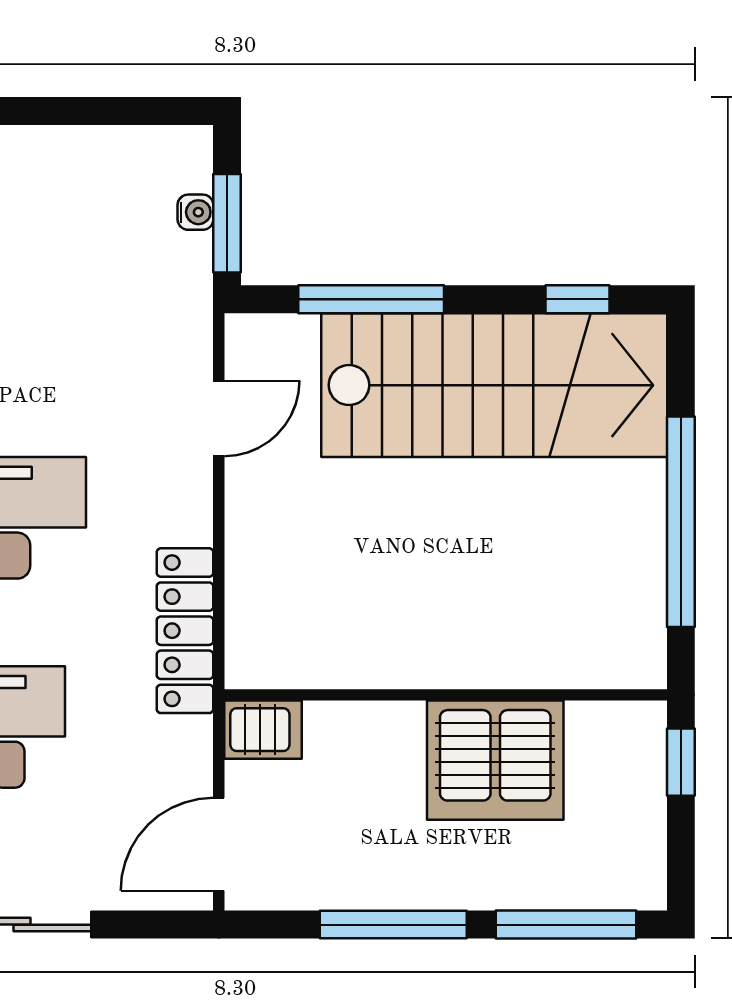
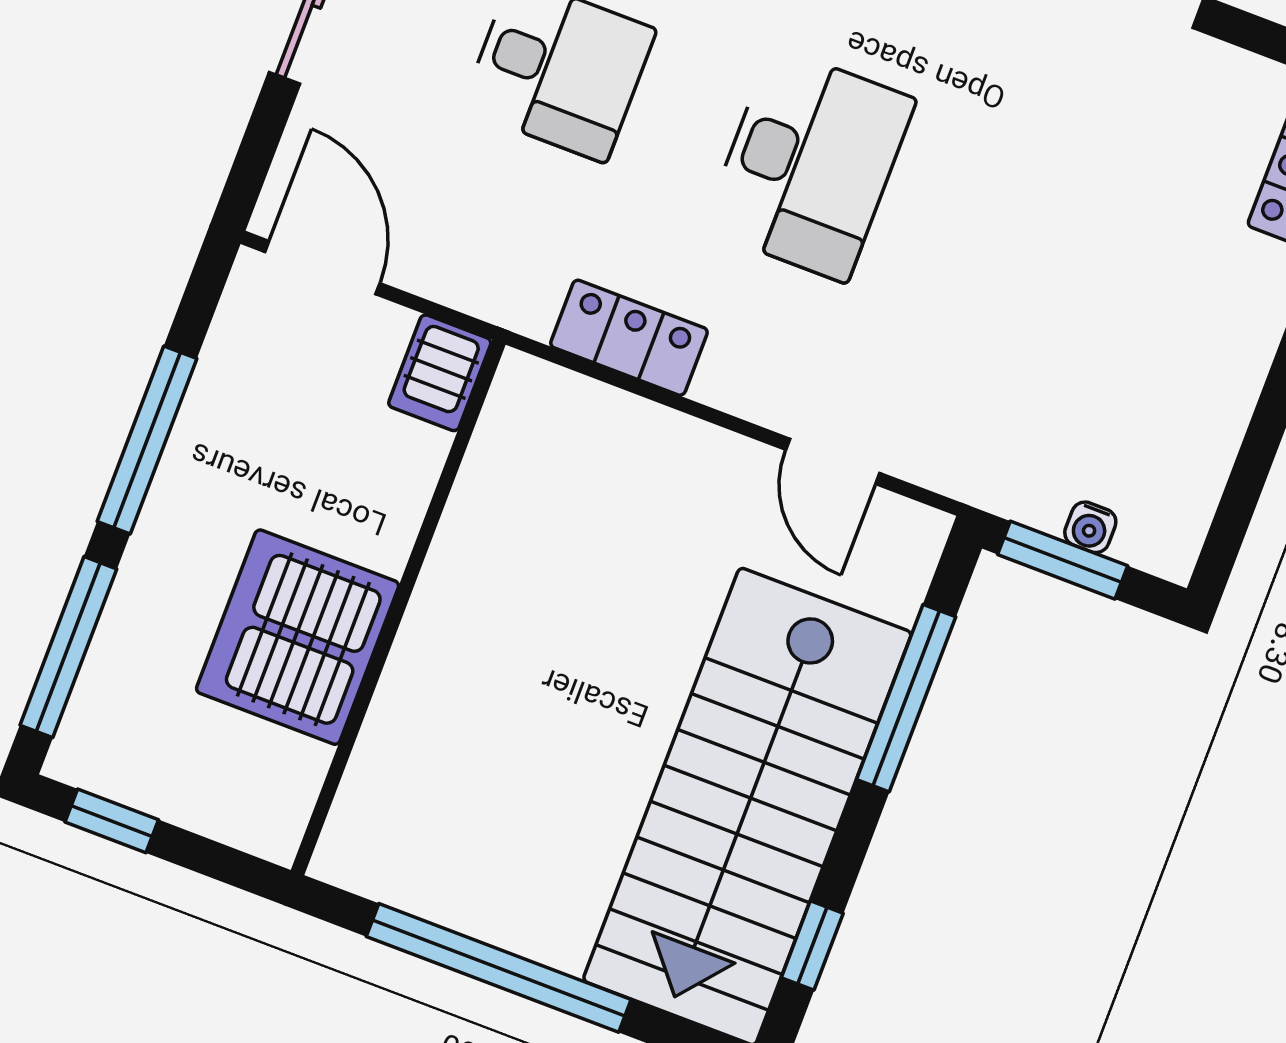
locker: (185, 631) -> (629, 338), width x0.66
window: (681, 762) -> (112, 821), moved

